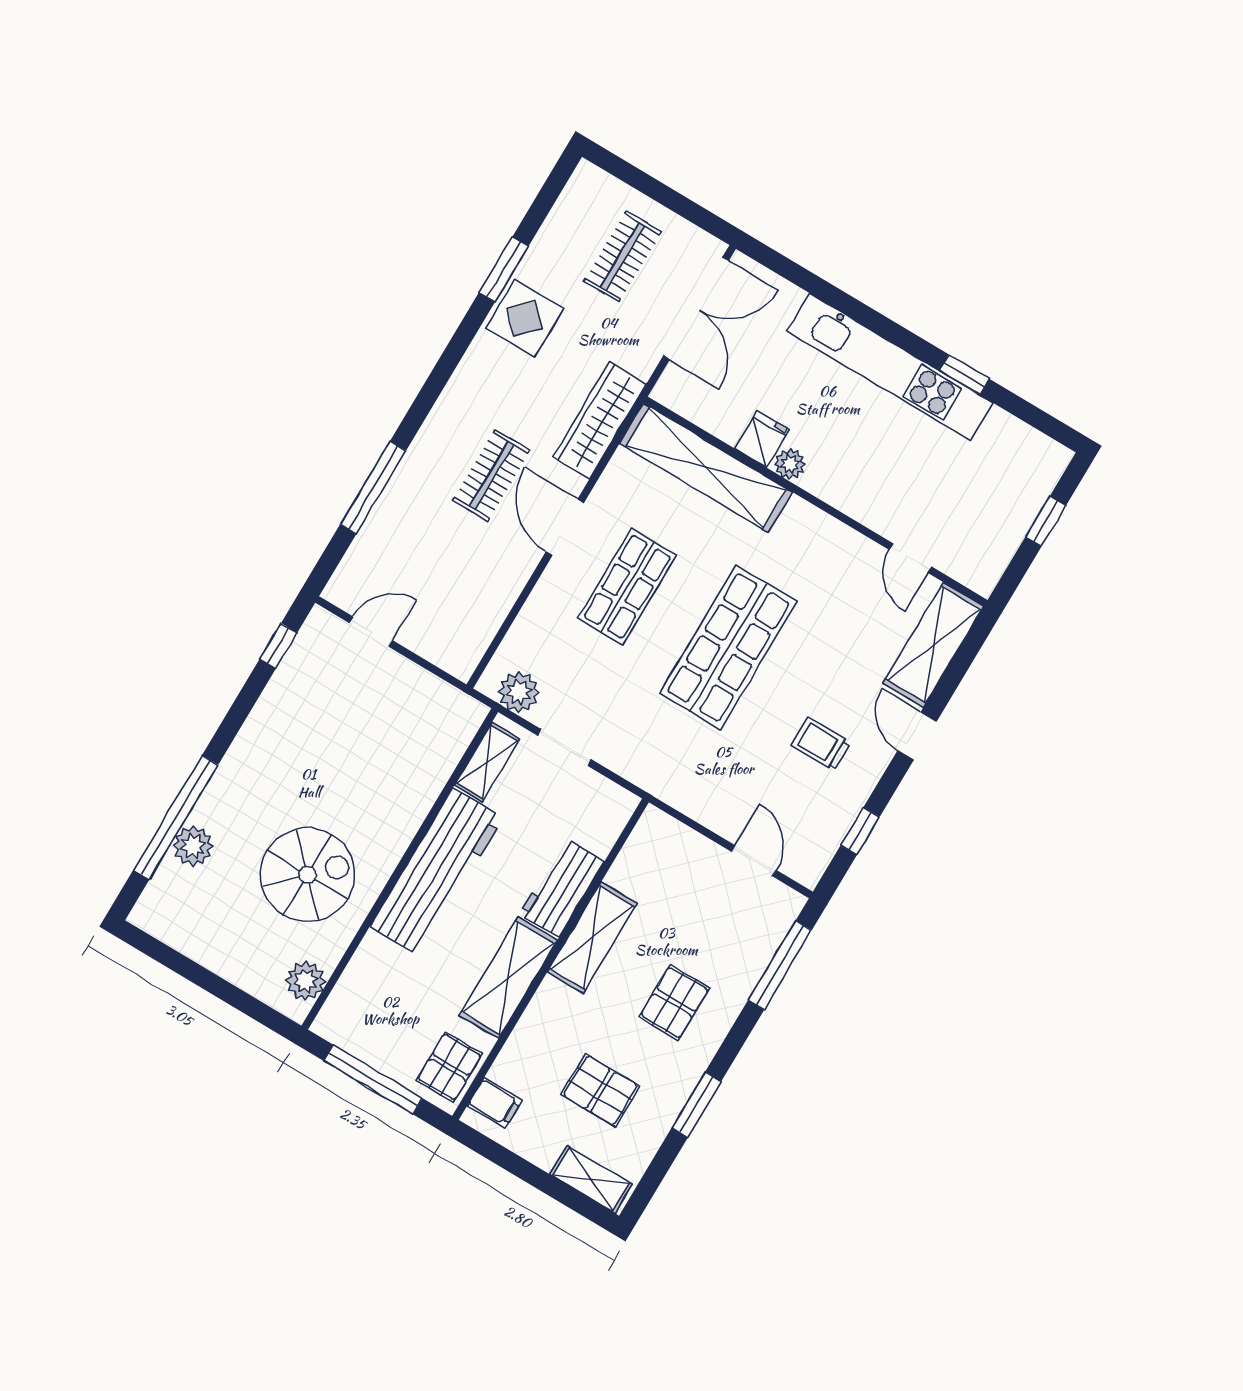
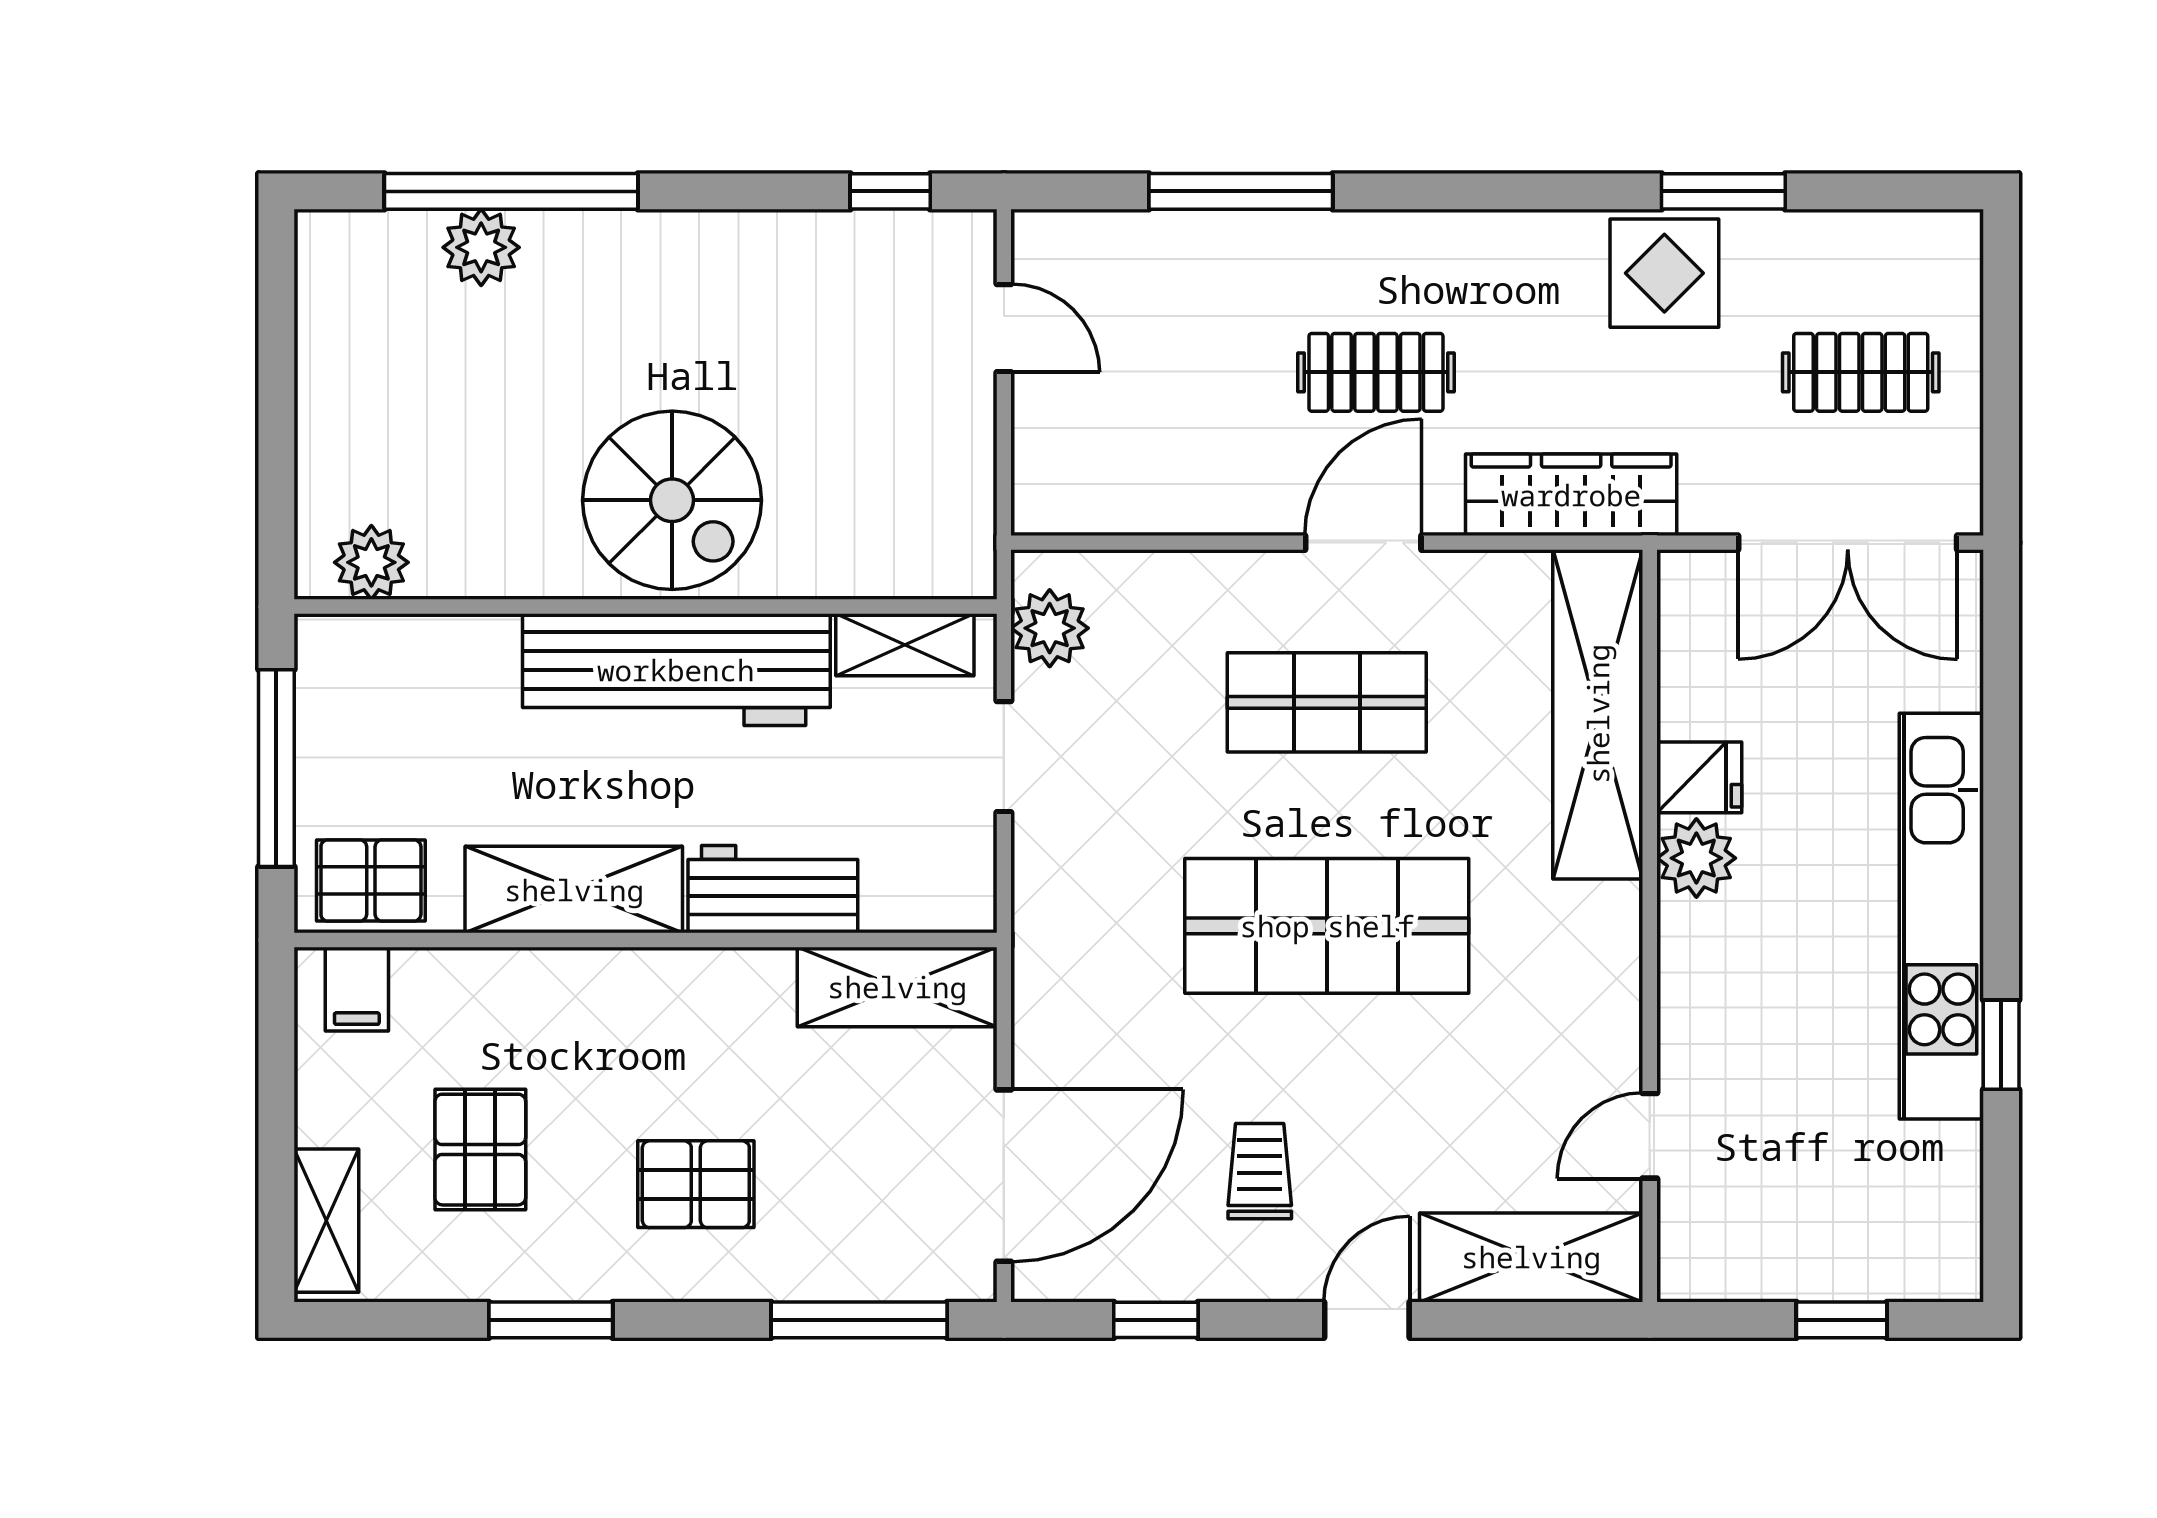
plant: (790, 464) -> (1696, 858), width x1.38, depth x1.38
door: (754, 861) -> (1004, 1176), width x1.88
spiral stairs: (307, 875) -> (672, 500), moved
shelving: (592, 938) -> (897, 987), moved

